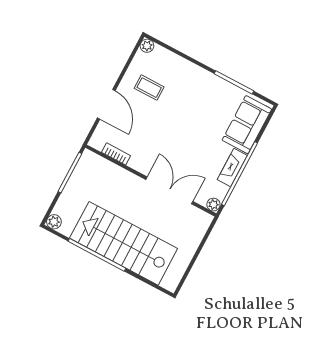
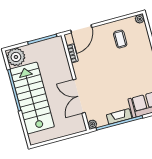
door: (106, 104) -> (81, 29), moved
double door: (169, 190) -> (79, 96), swing flipped
plant: (54, 222) -> (16, 57), width x1.87, depth x1.87

